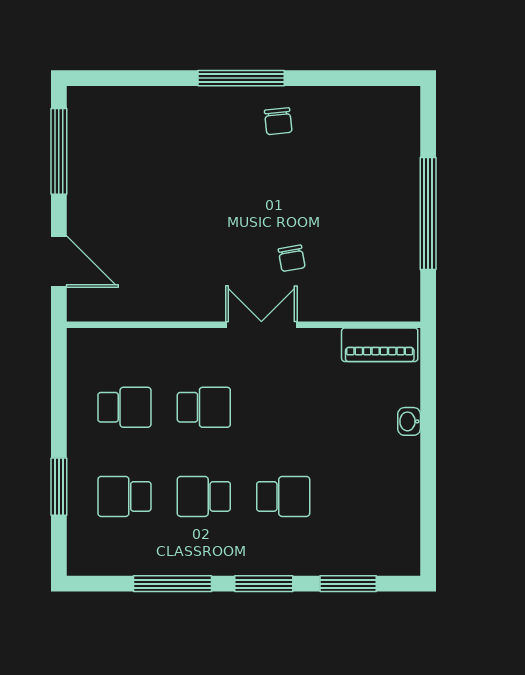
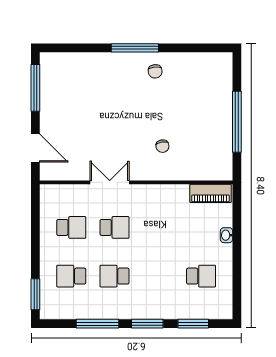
double door: (261, 325) -> (110, 182), moved
window: (59, 487) -> (35, 294), moved
school desk: (283, 496) -> (201, 276), moved

